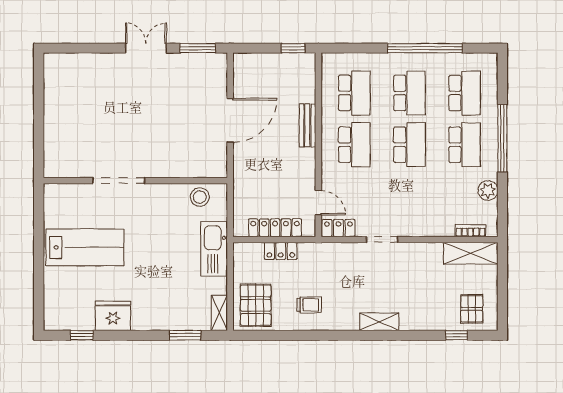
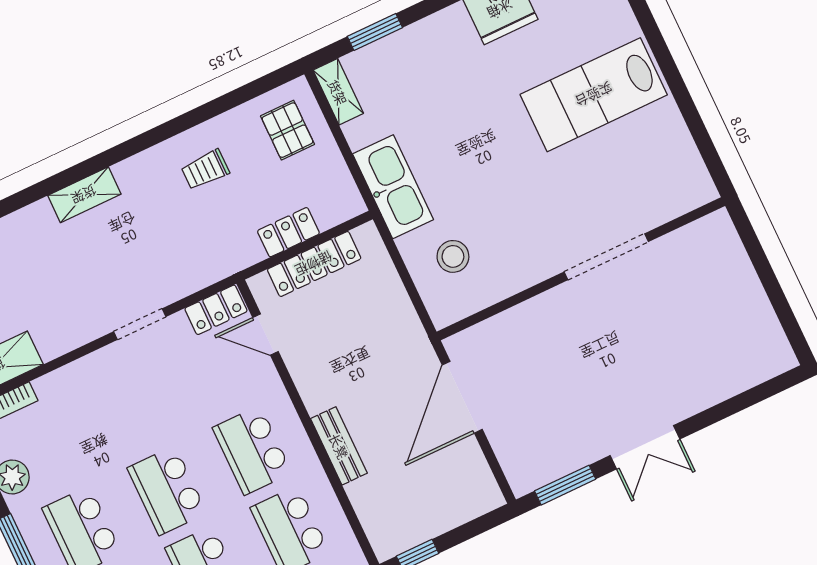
doorway: (119, 181) -> (606, 257), moved
wall: (135, 181) -> (581, 269), moved
pallet: (256, 305) -> (287, 130), width x0.67, depth x0.71

